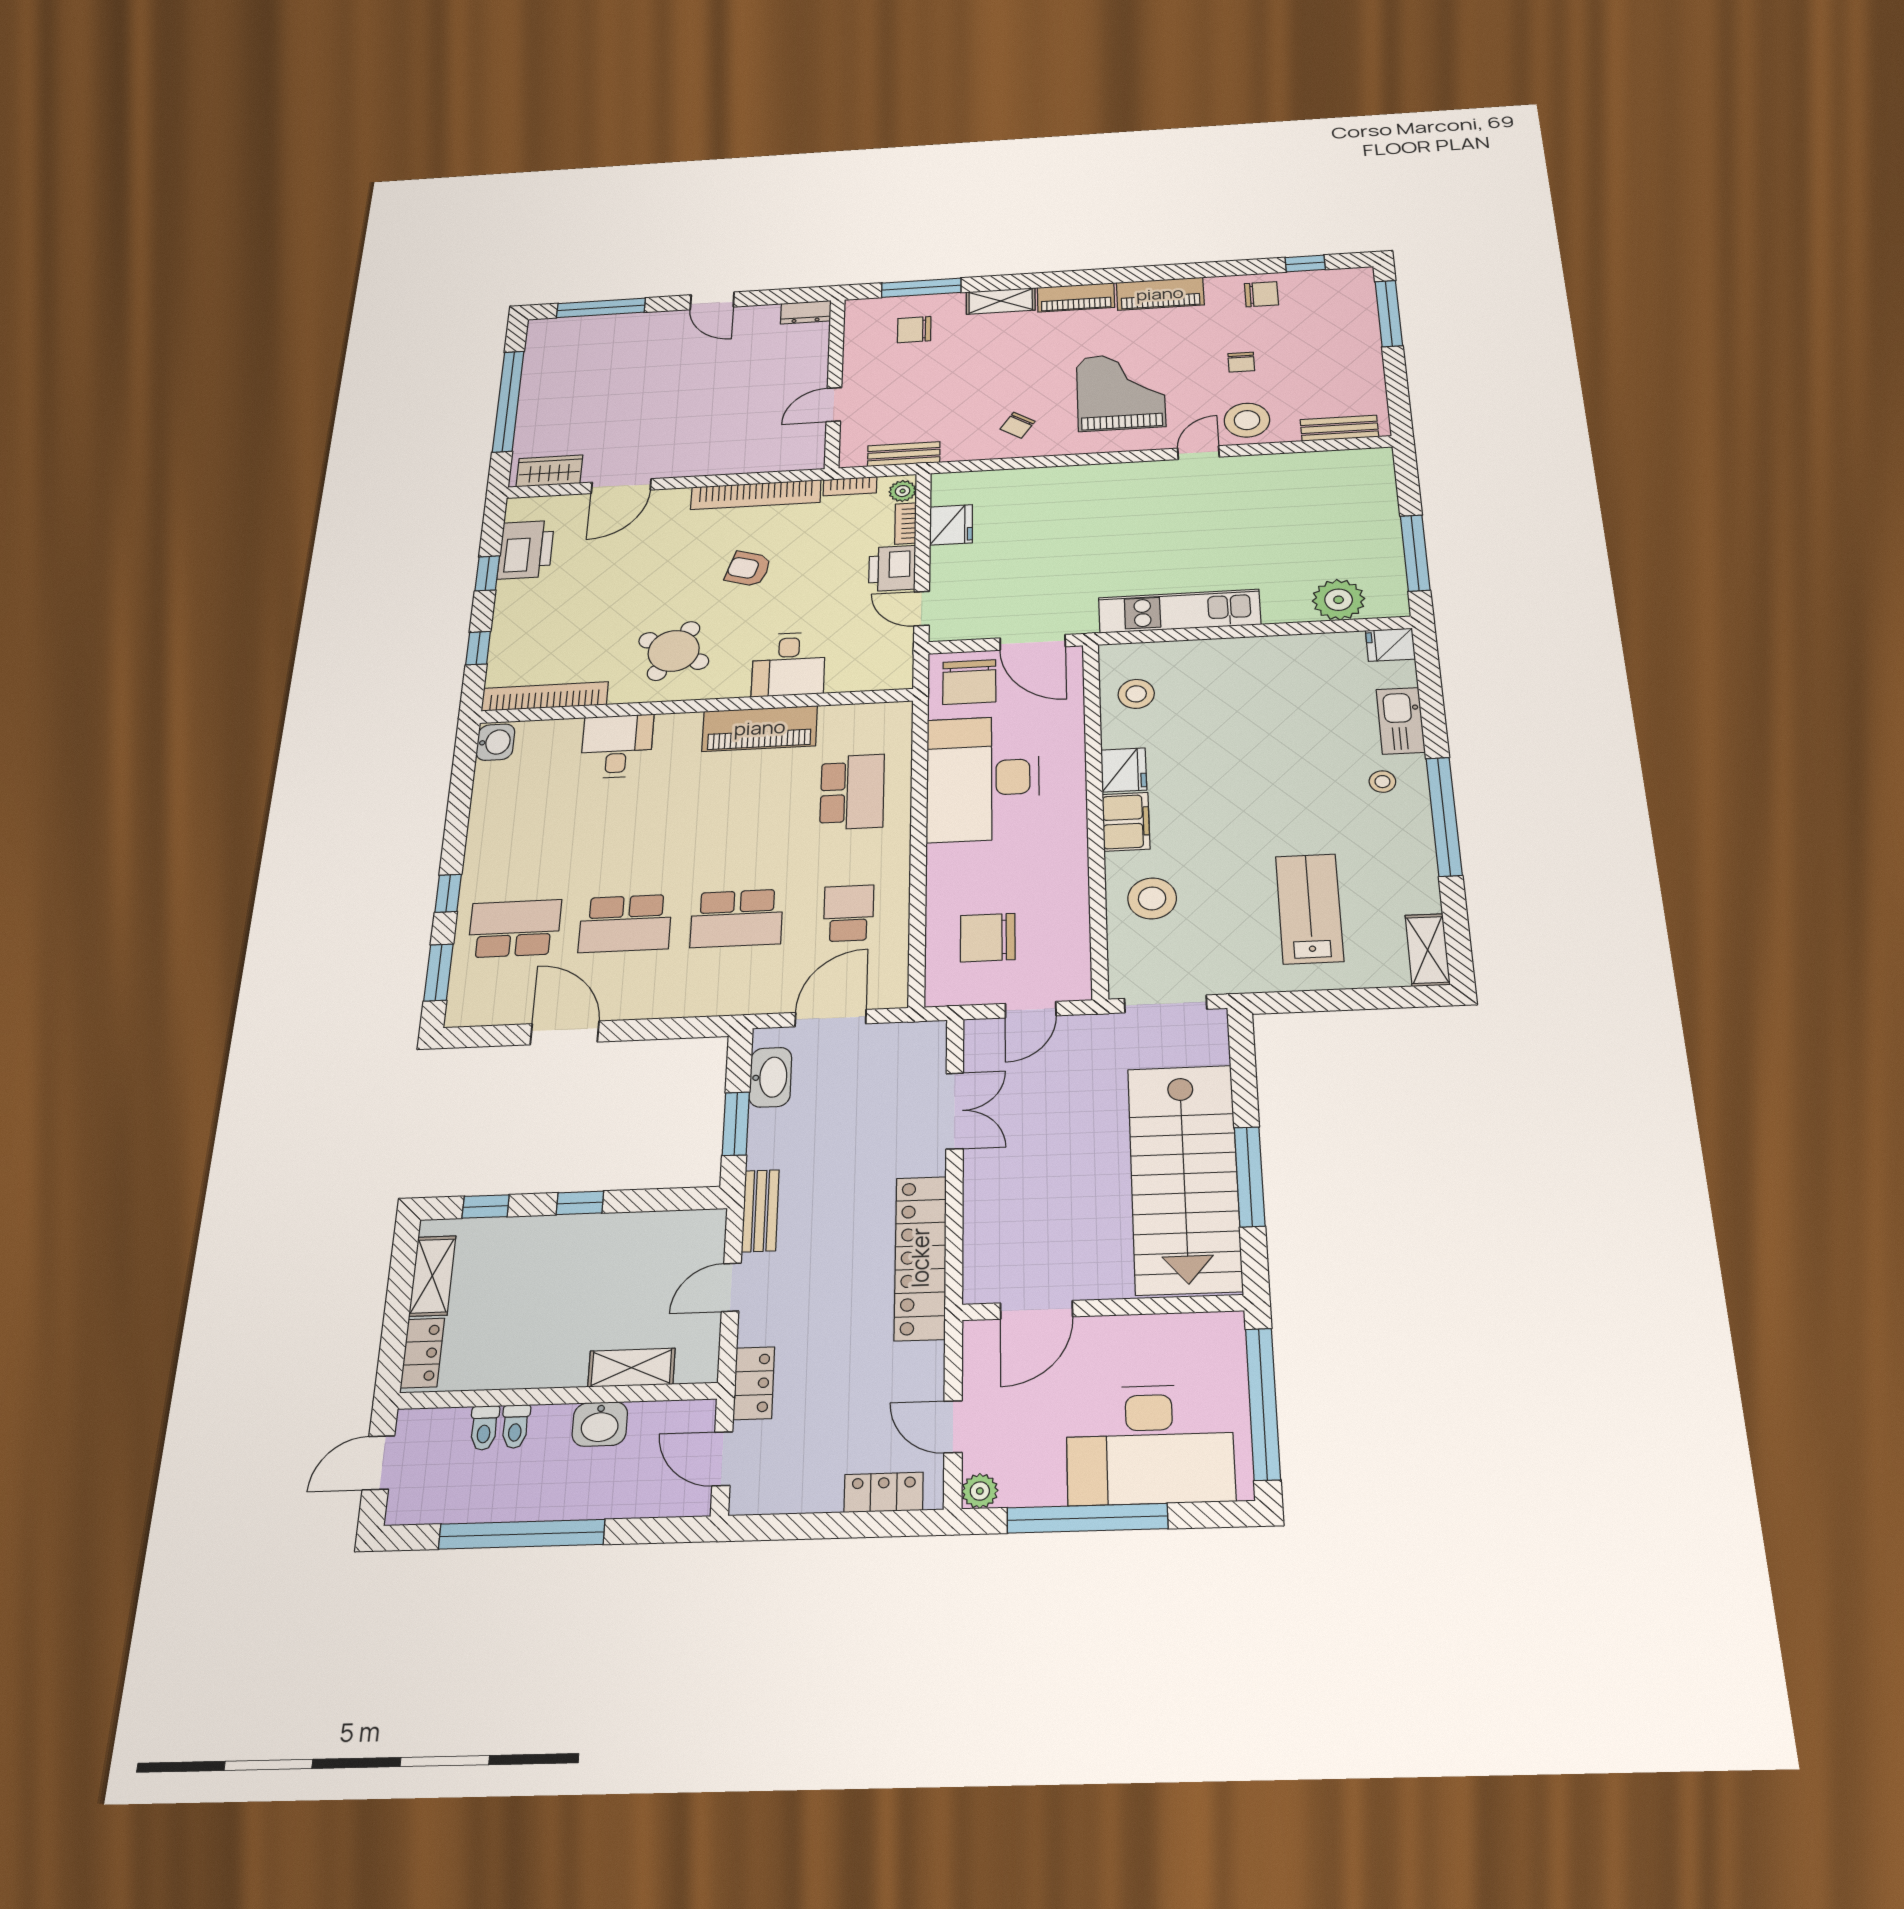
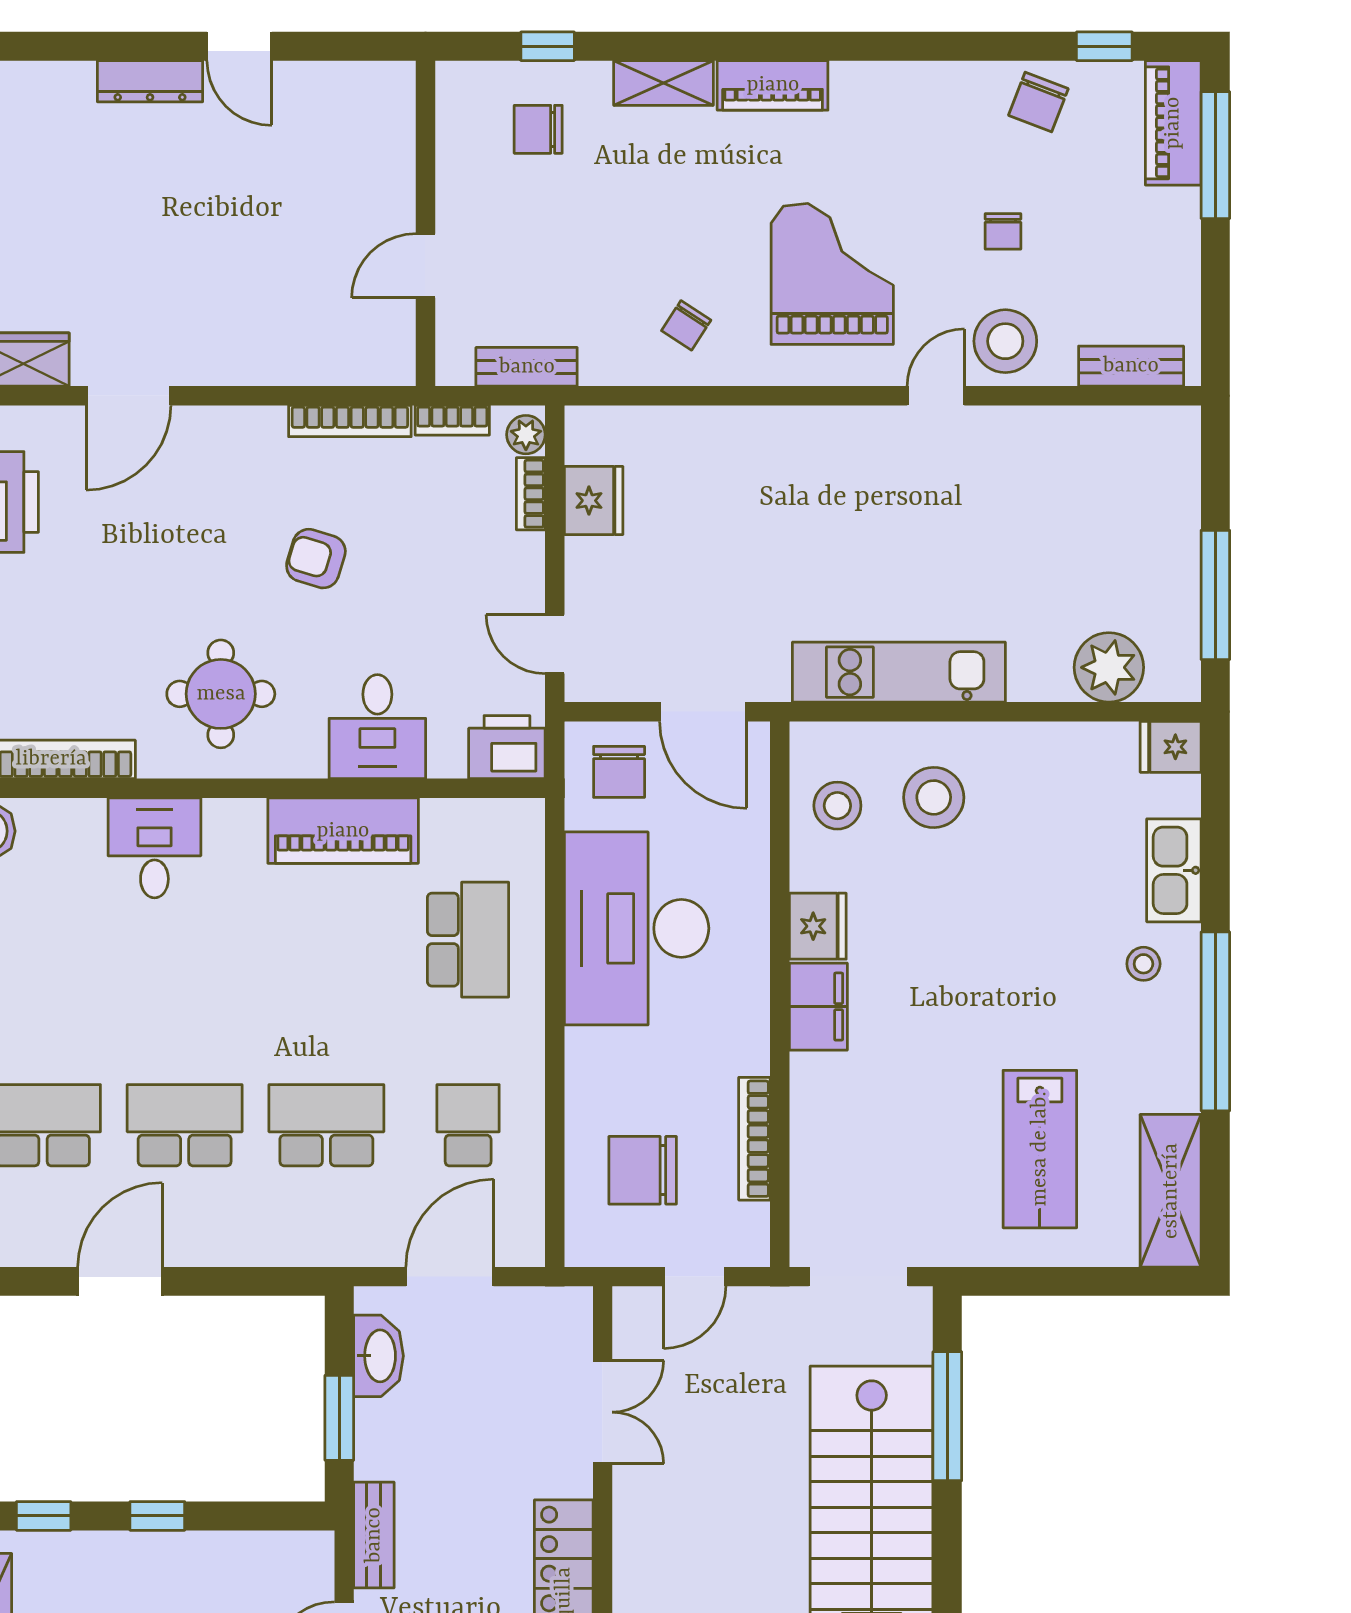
window: (921, 288) -> (548, 46), width x0.46
piano: (1160, 294) -> (1173, 123), moved, turned 90
chair: (1261, 294) -> (1038, 102), turned 111
window: (601, 308) -> (74, 46), removed
dresser: (806, 312) -> (150, 81), moved, width x1.44
bookcase: (756, 495) -> (350, 421), width x0.68, depth x0.76
printer: (892, 568) -> (507, 747), moved, turned 90
round table: (674, 651) -> (221, 694), turned -30
chair: (969, 682) -> (619, 772), width x0.73, depth x0.73
stool: (1152, 898) -> (934, 797), moved
lab bench: (1309, 909) -> (1040, 1149), turned 180
bookcase: (1078, 912) -> (754, 1139), added
school desk: (737, 918) -> (326, 1125), turned 180
school desk: (625, 923) -> (185, 1125), turned 180
shelving: (1428, 950) -> (1171, 1191), width x1.50, depth x1.33
door: (565, 1033) -> (120, 1281), hinge flipped
window: (1250, 1177) -> (947, 1416), moved

